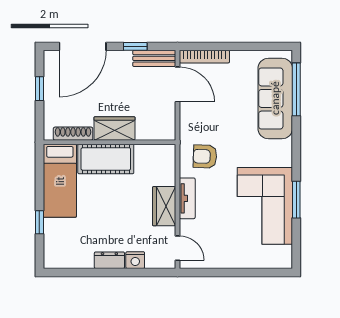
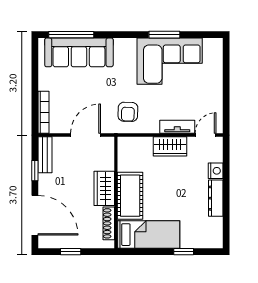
door: (177, 84) -> (86, 135), moved
tv unit: (187, 198) -> (177, 127), moved
dresser: (109, 260) -> (216, 198), width x1.44

